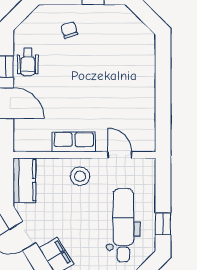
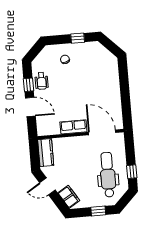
door: (120, 155) -> (102, 132), width x1.88
stool: (80, 176) -> (79, 147), removed

